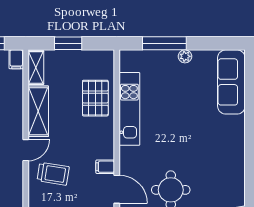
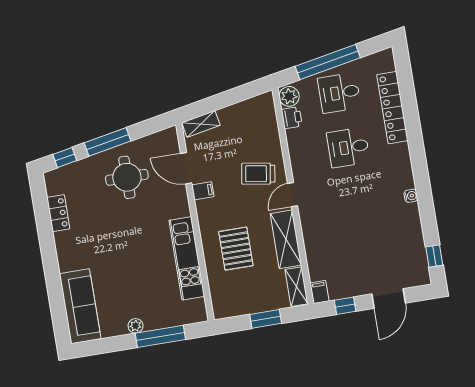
pallet: (95, 98) -> (236, 249), moved
locker: (237, 168) -> (58, 213), added

